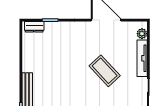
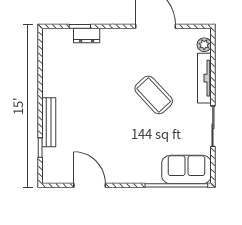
dresser: (34, 27) -> (87, 35), moved

